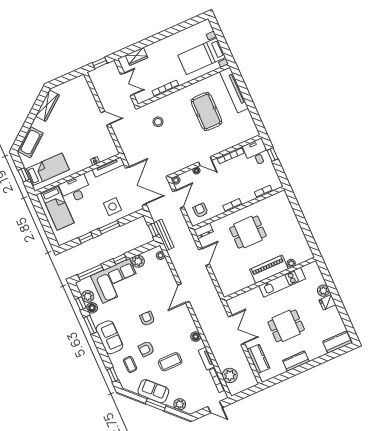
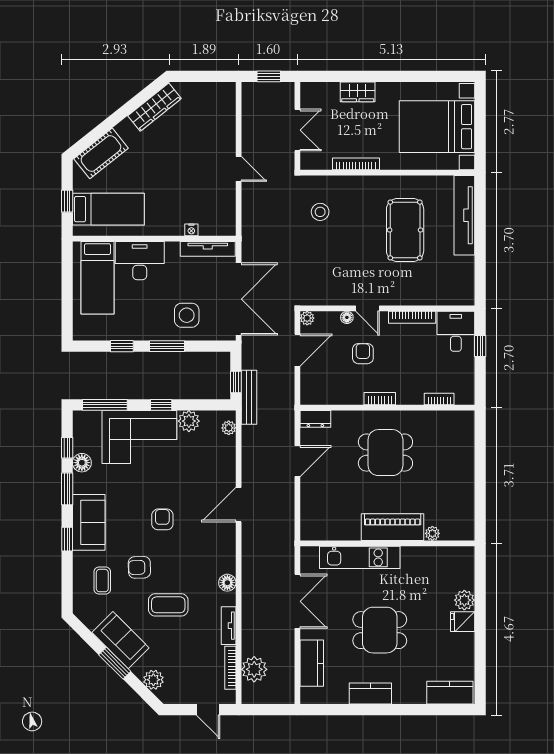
wardrobe: (137, 56) -> (358, 92), moved
bed with nightstands: (202, 56) -> (437, 127), width x1.36
armchair: (200, 210) -> (363, 354), moved
kitchen unit: (282, 282) -> (360, 557), moved
plant: (88, 296) -> (83, 441), removed
window: (113, 375) -> (67, 539), moved

